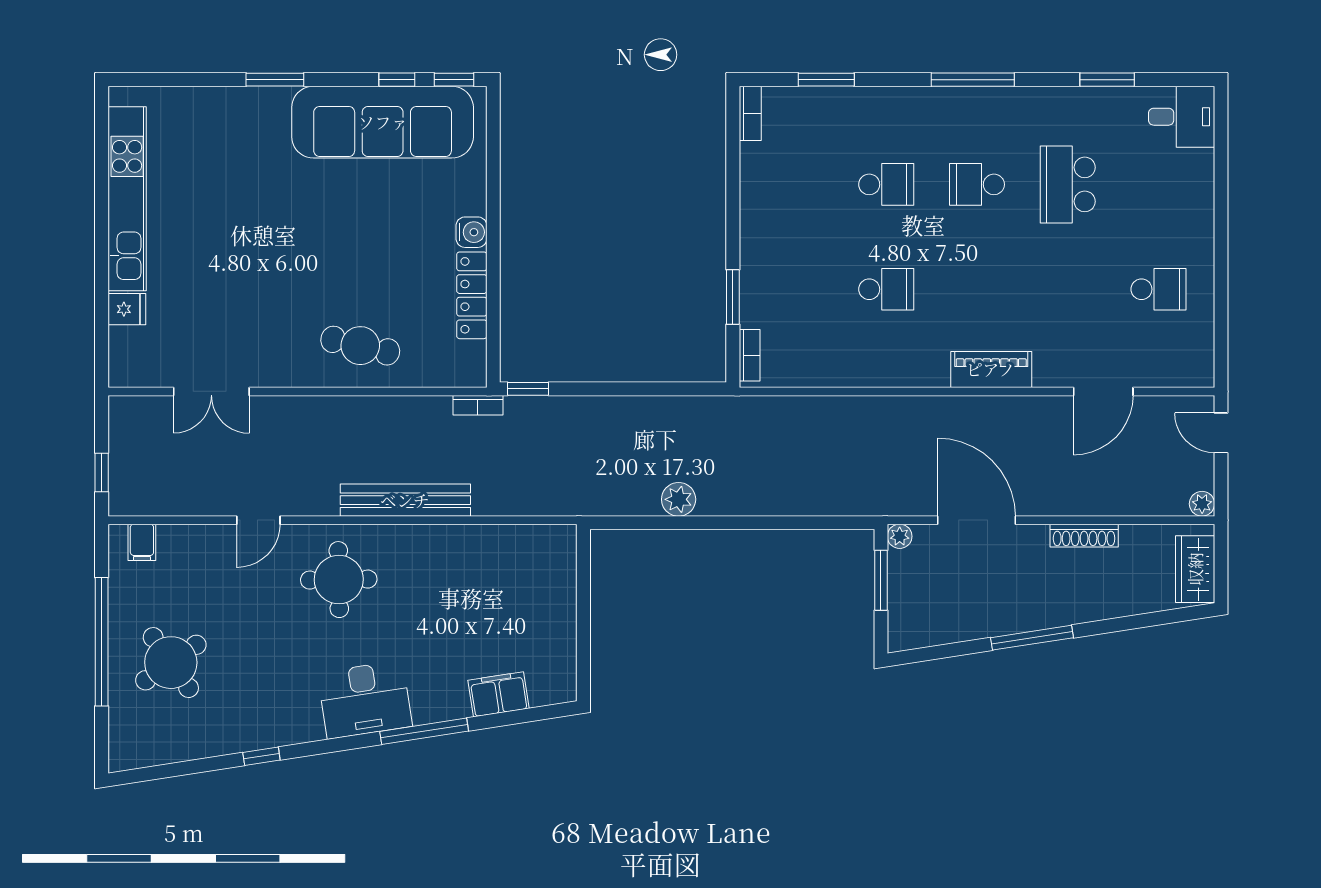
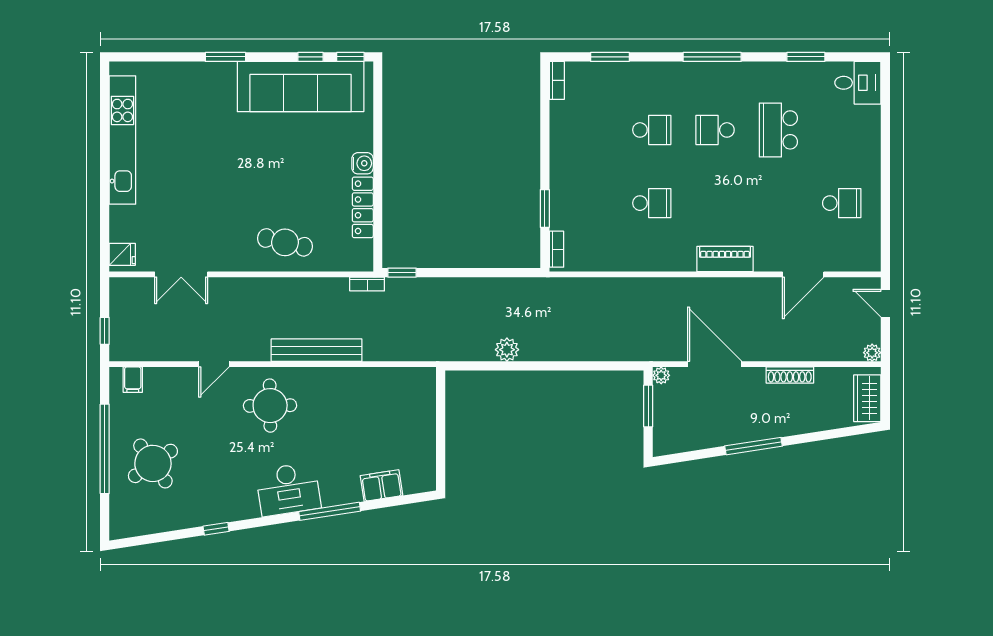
fridge: (127, 309) -> (122, 254), moved

